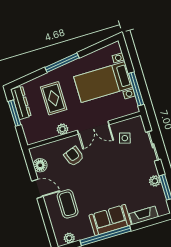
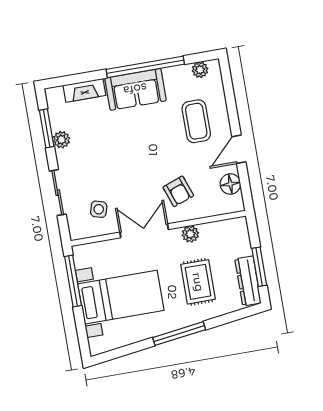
door: (37, 189) -> (239, 149), hinge flipped

